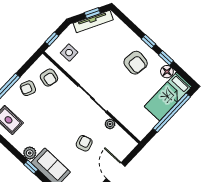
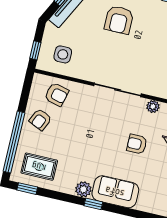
armchair: (136, 63) -> (119, 20), moved, turned 82
armchair: (84, 143) -> (137, 144), turned -73

